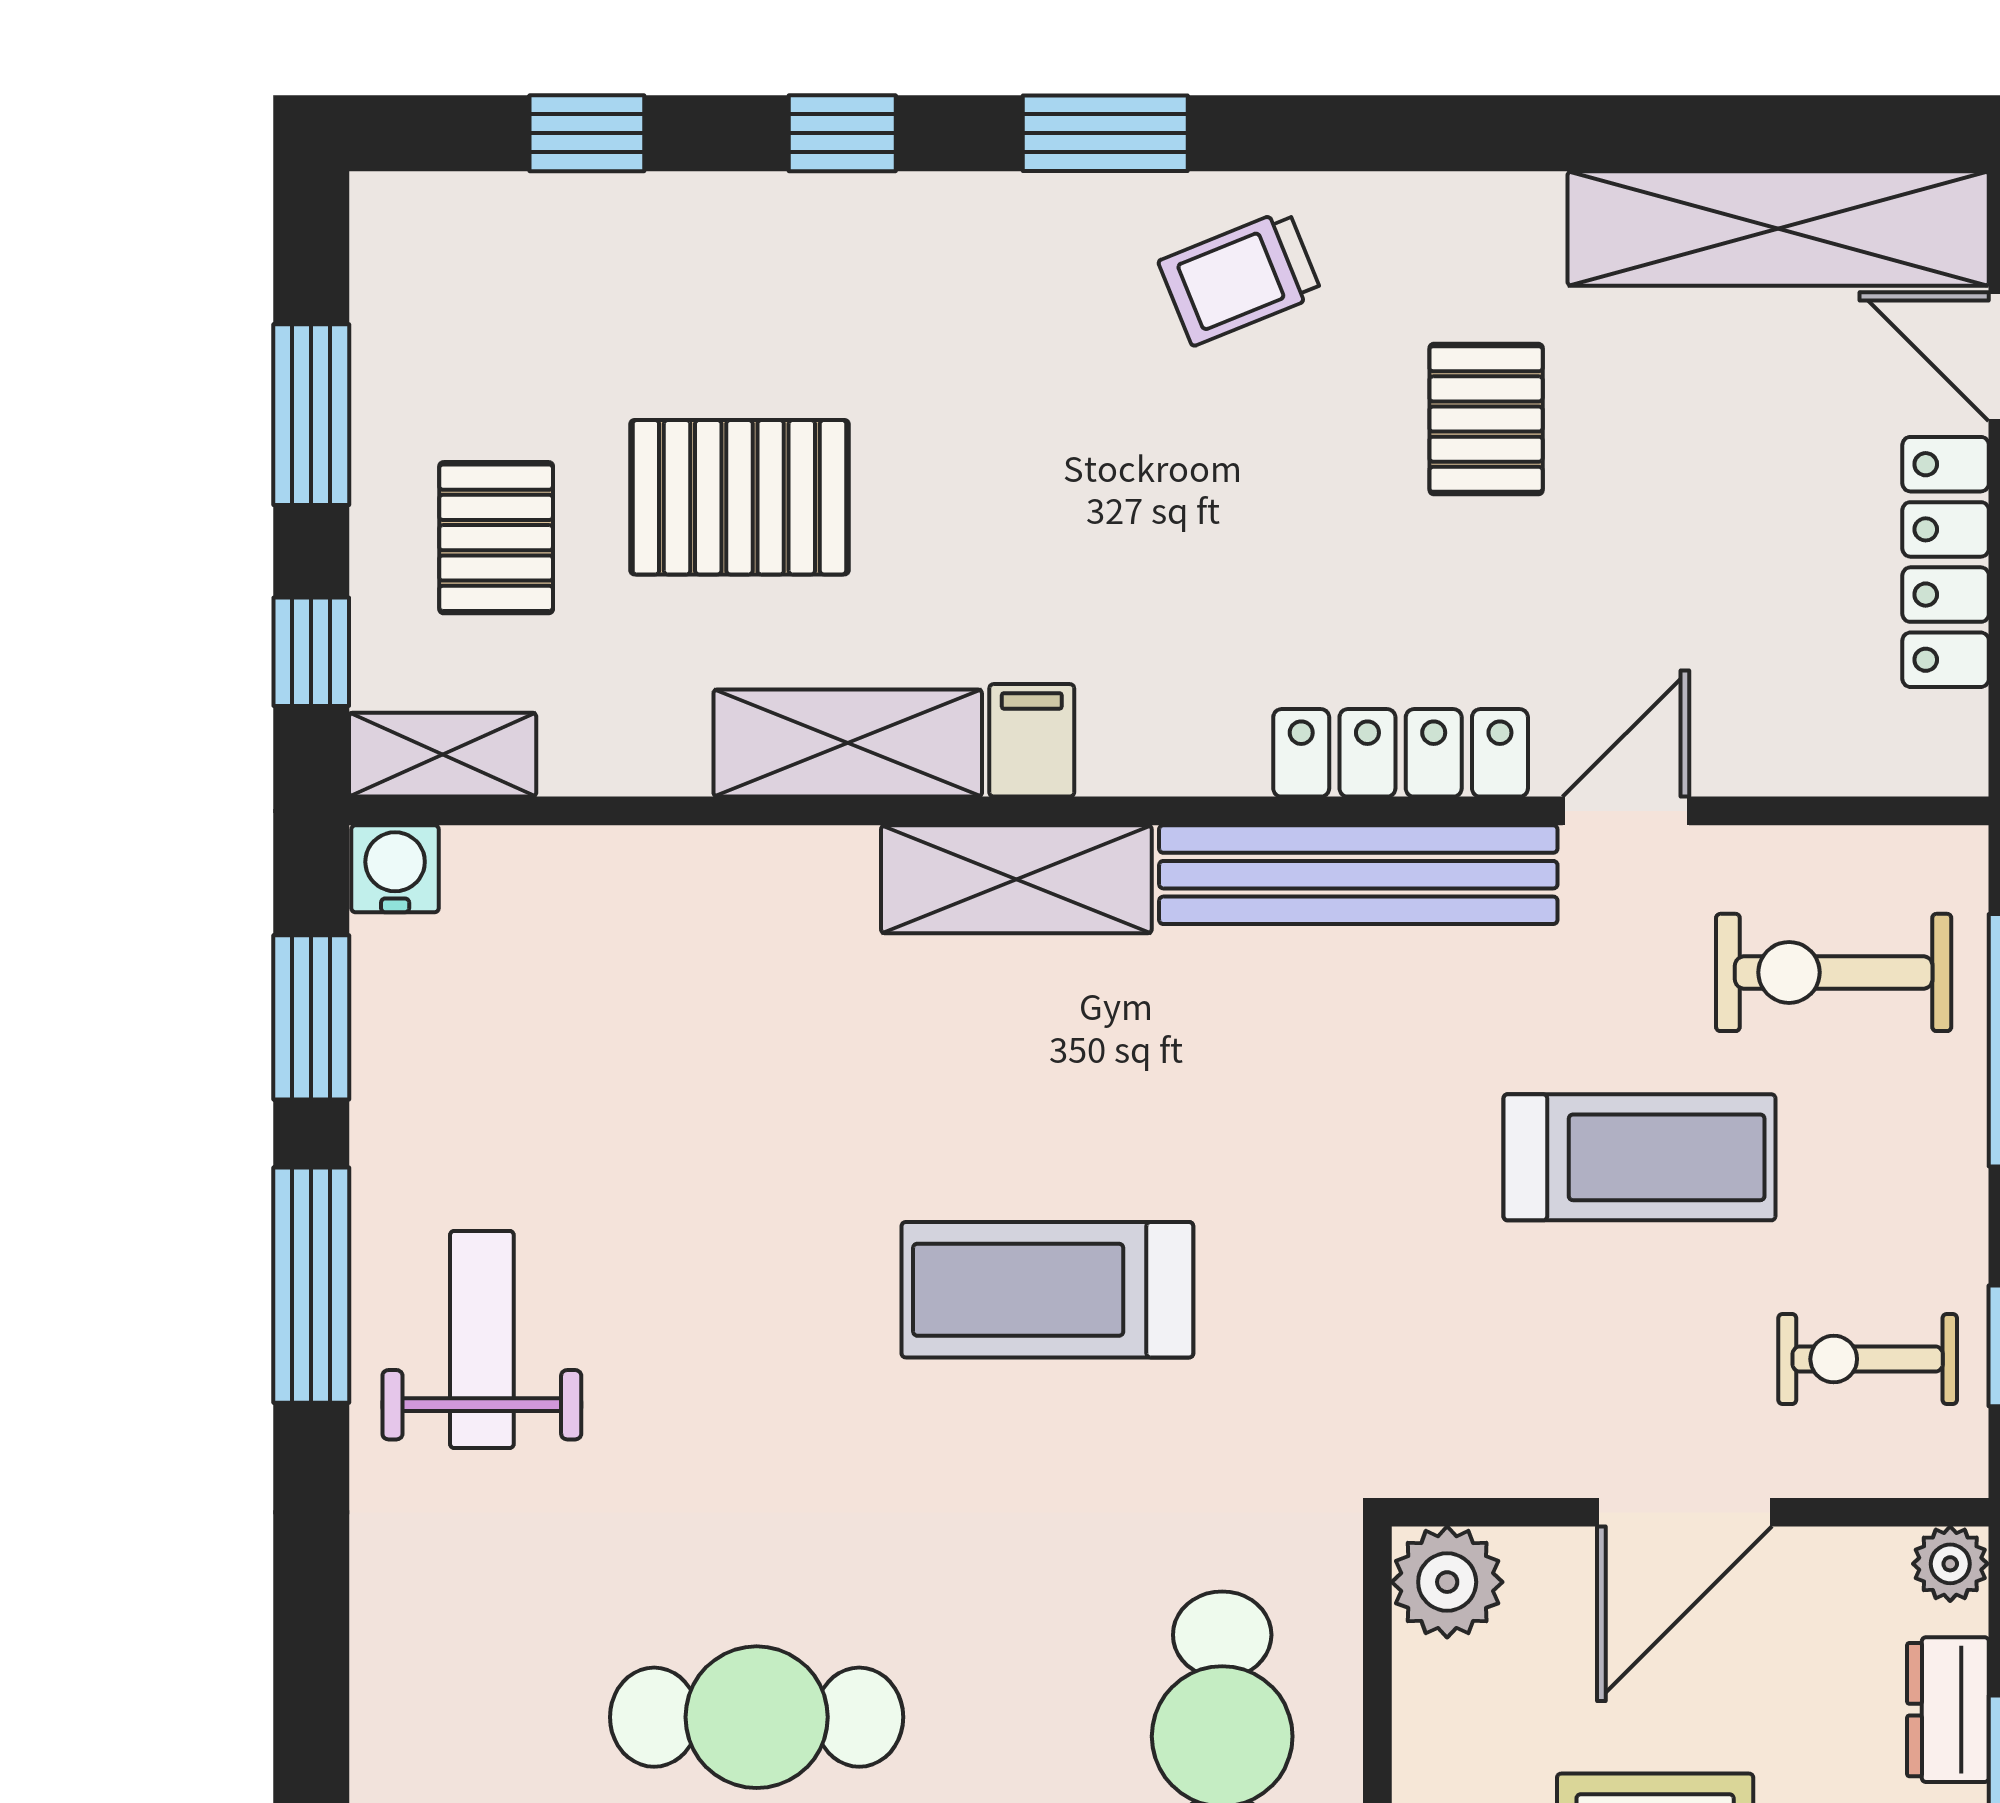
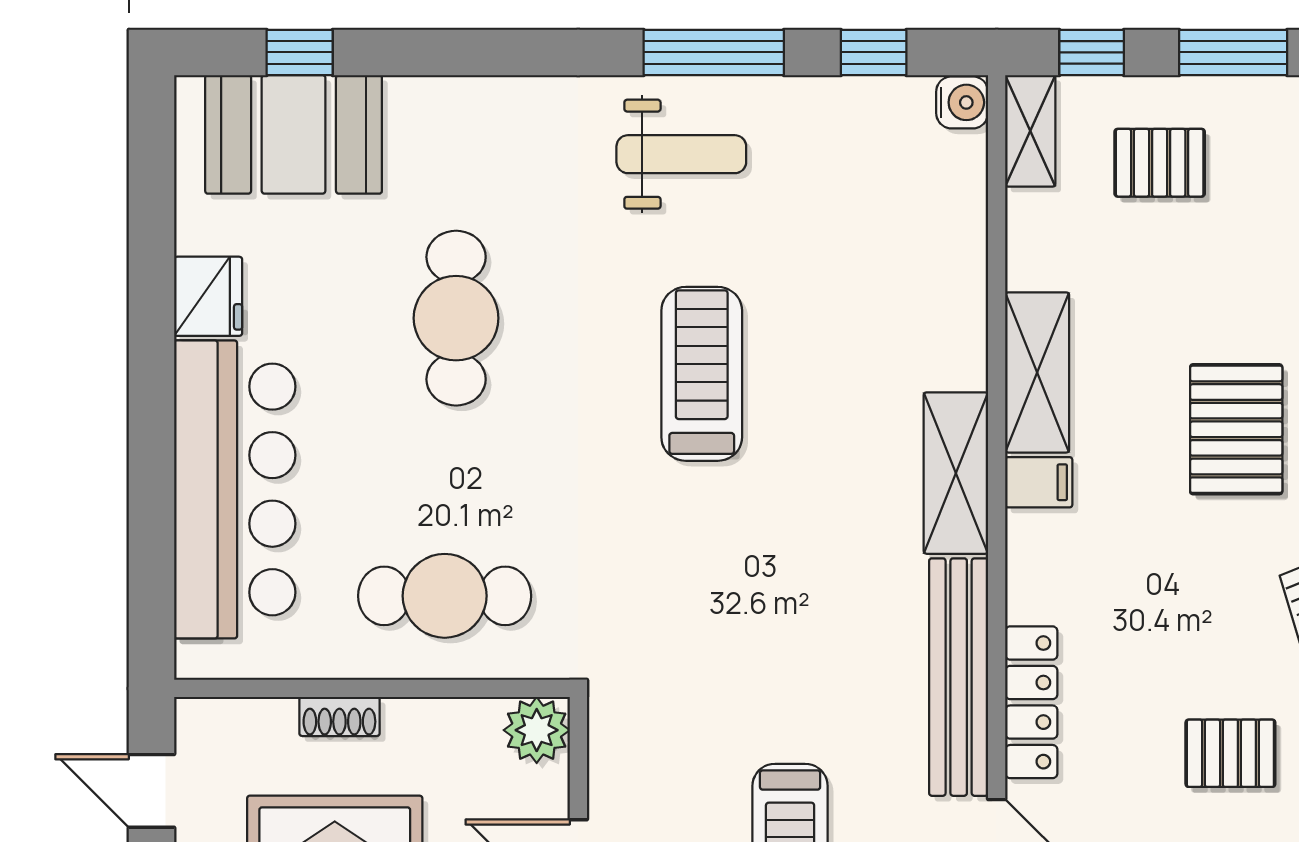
pallet: (739, 497) -> (1236, 429), moved
window: (311, 1017) -> (874, 52), width x0.67
treadmill: (1047, 1290) -> (702, 374), moved

